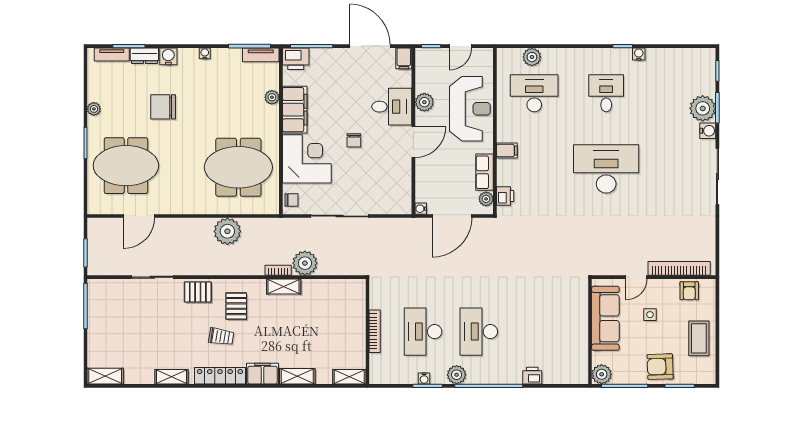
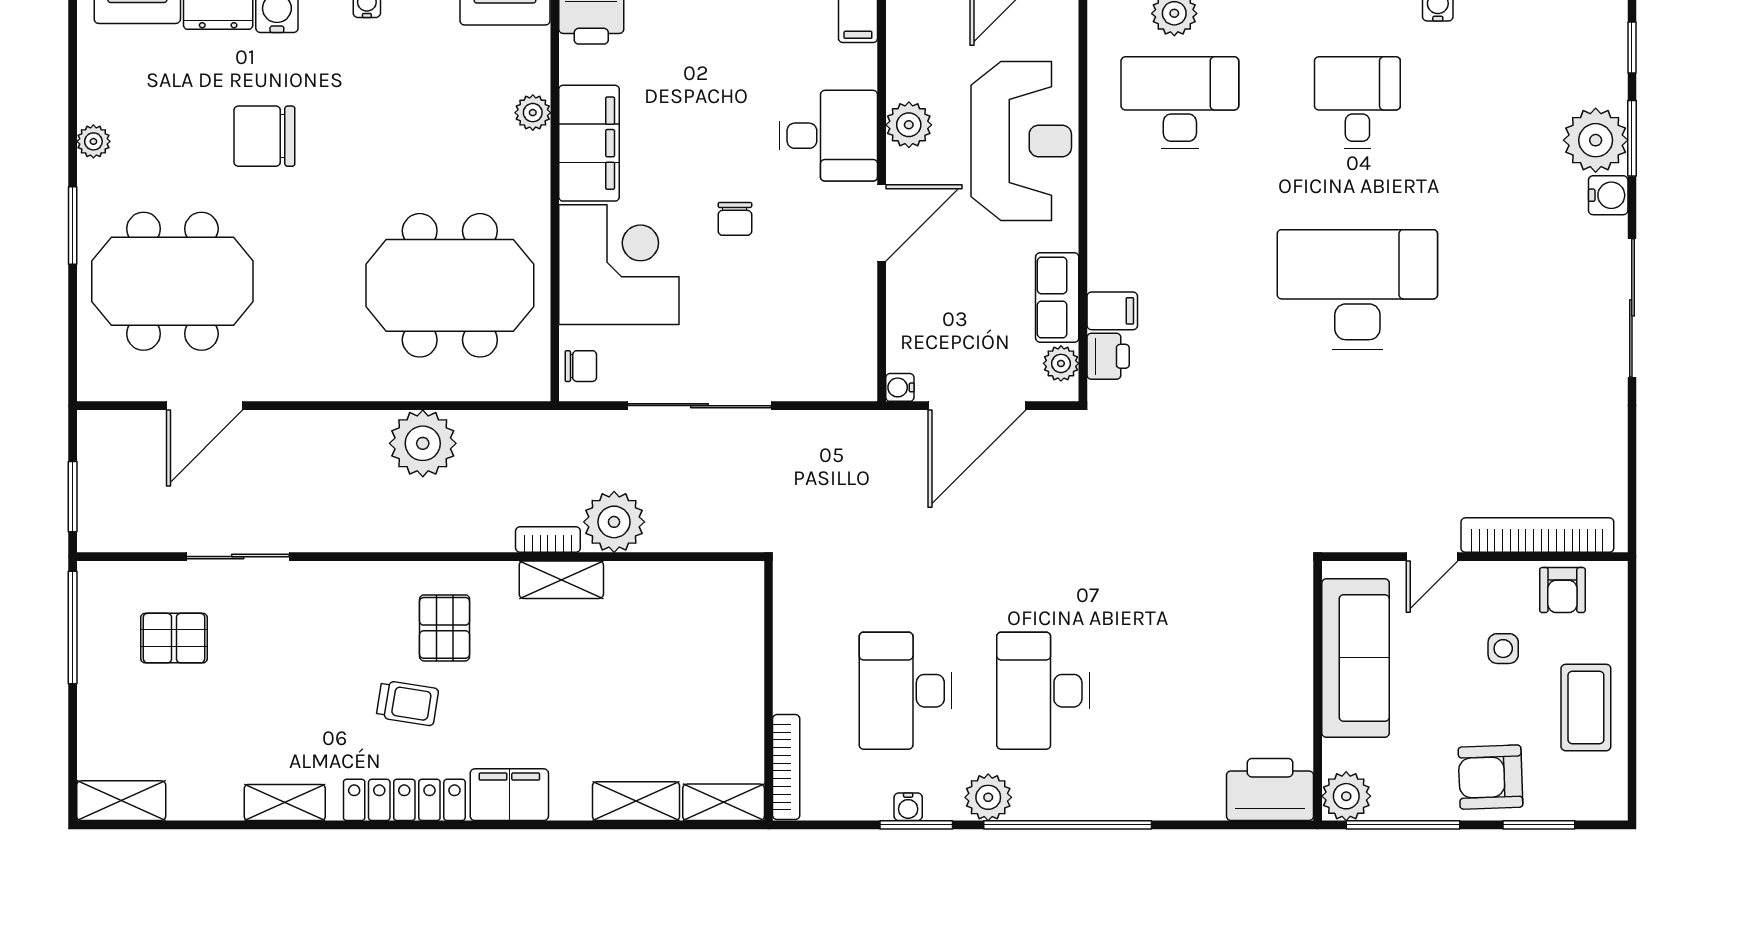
filing cabinet: (507, 150) -> (1112, 311), moved
pallet: (198, 292) -> (174, 638), moved
side table: (650, 315) -> (1503, 649), moved
bookcase: (375, 331) -> (786, 767), moved
shelving: (297, 376) -> (636, 801), moved
printer: (532, 376) -> (1270, 789), moved, width x1.87, depth x1.48

